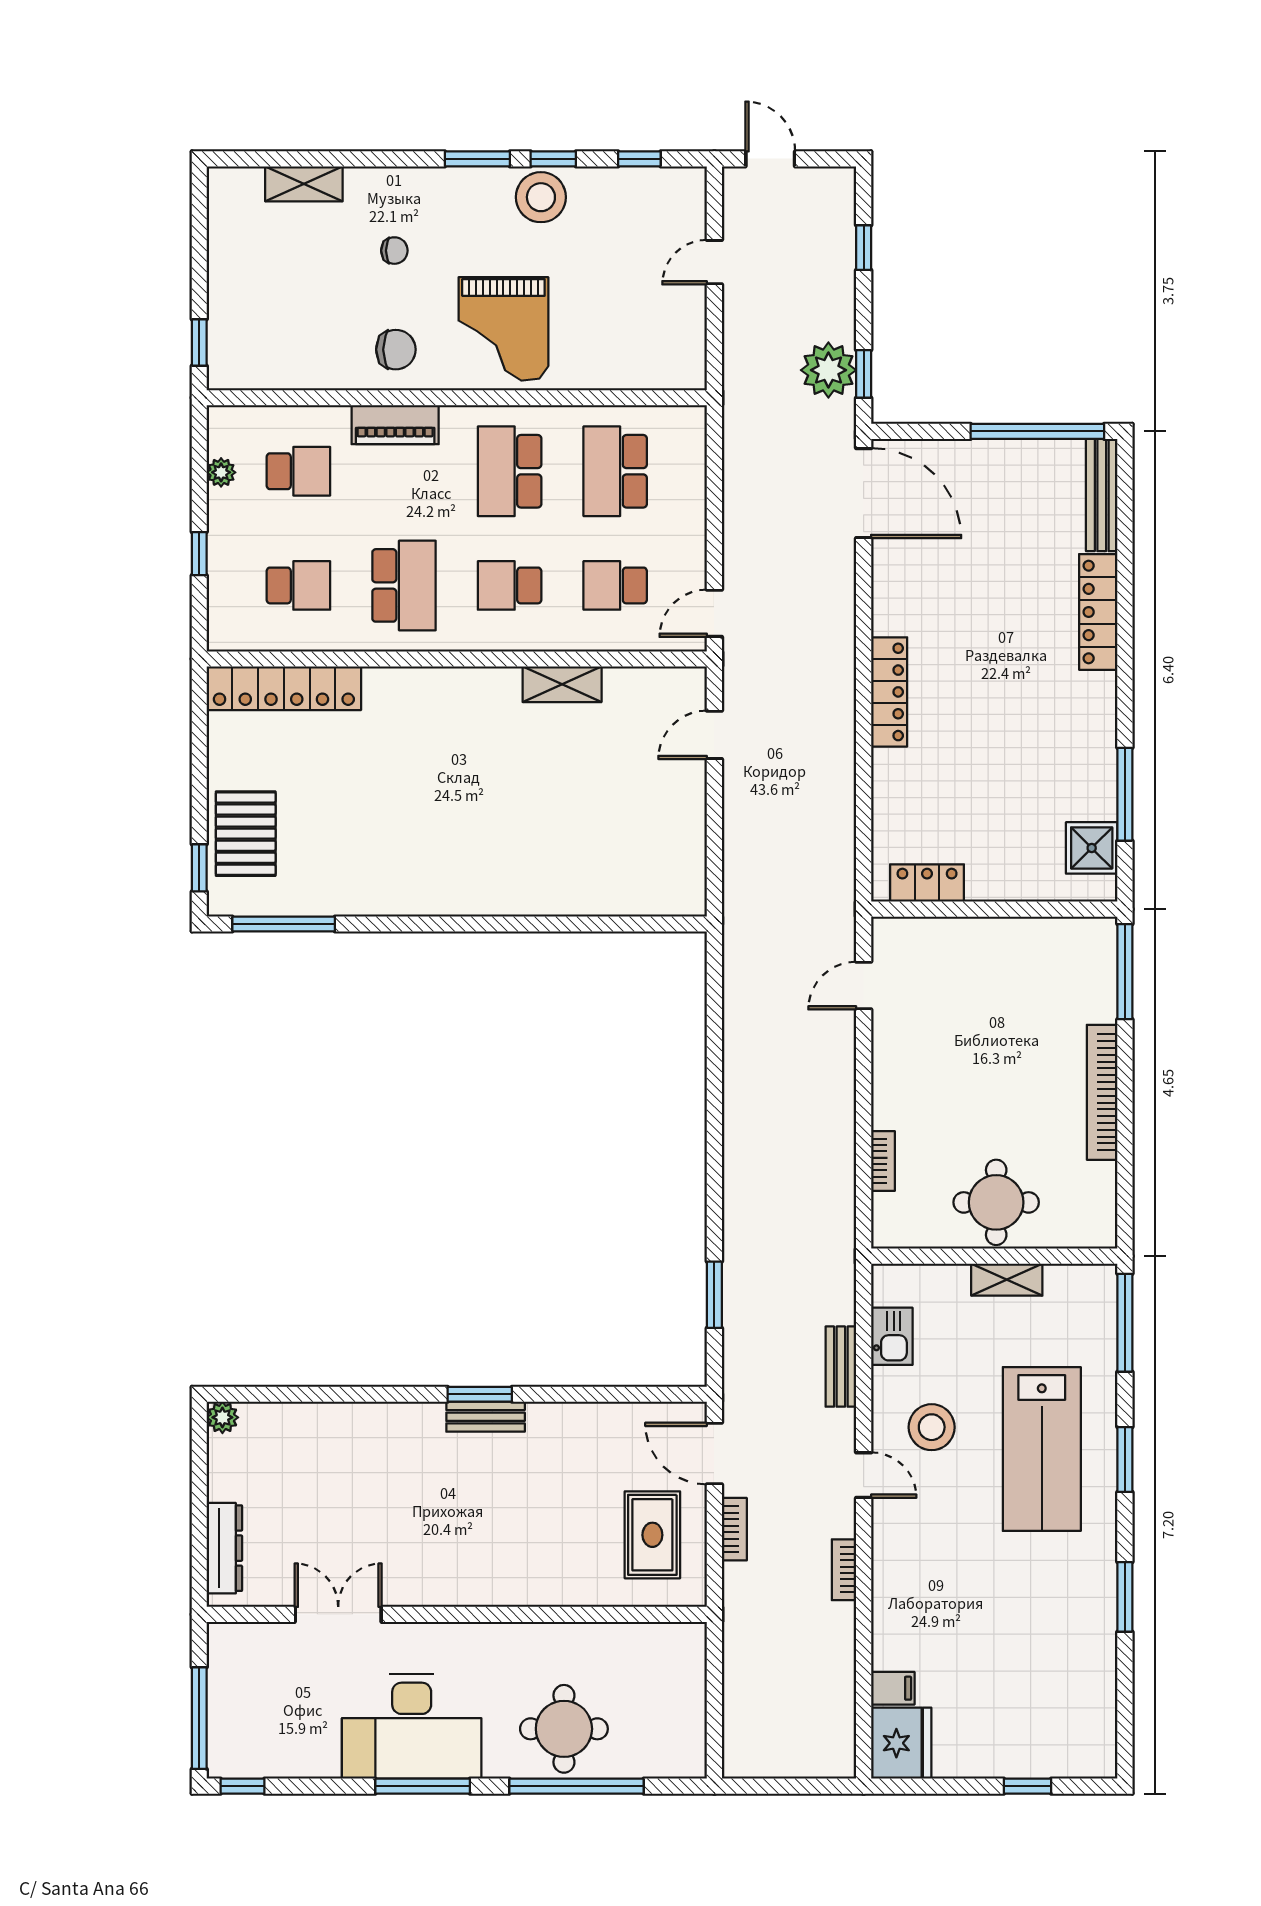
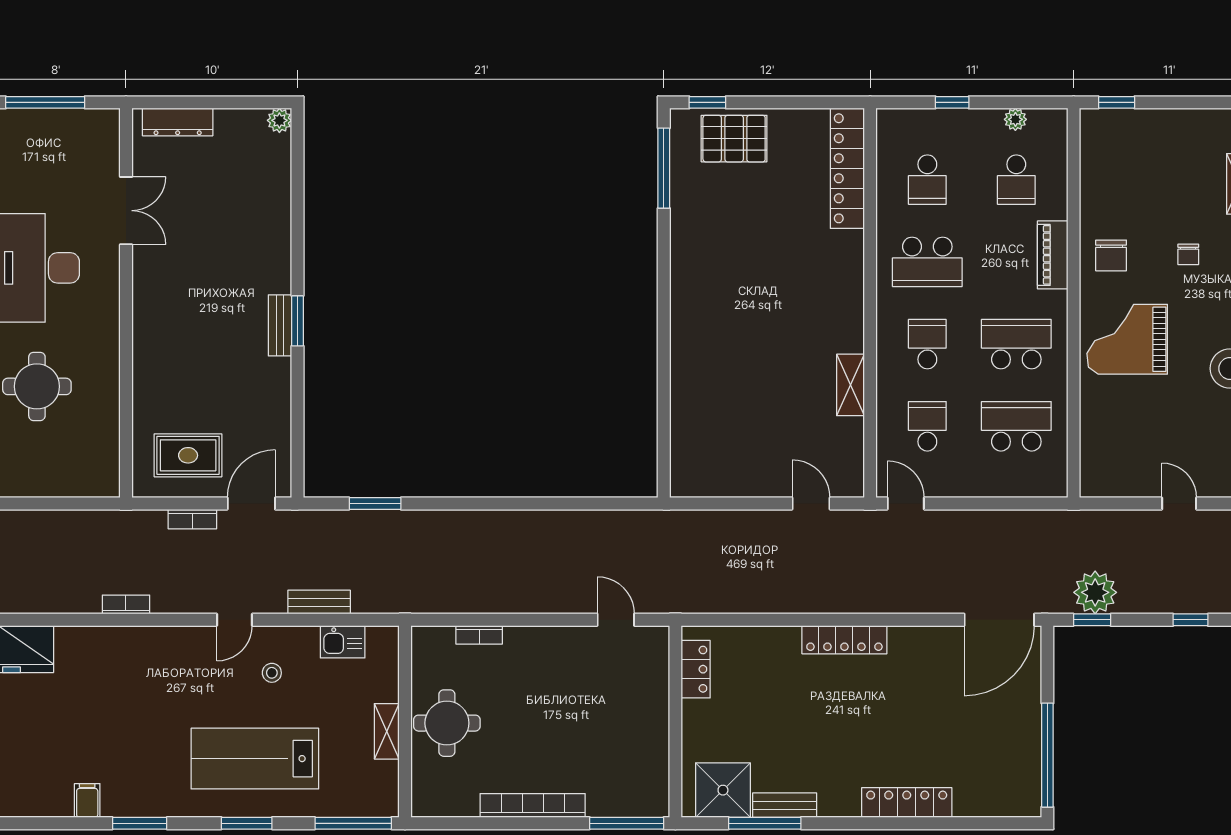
bench: (1102, 495) -> (785, 805), moved, width x0.73
shower: (1092, 848) -> (723, 790), width x1.36, depth x1.36
stool: (932, 1427) -> (272, 673), width x0.53, depth x0.53
bookcase: (844, 1570) -> (126, 605), moved
filing cabinet: (893, 1688) -> (87, 801), moved, turned 180

